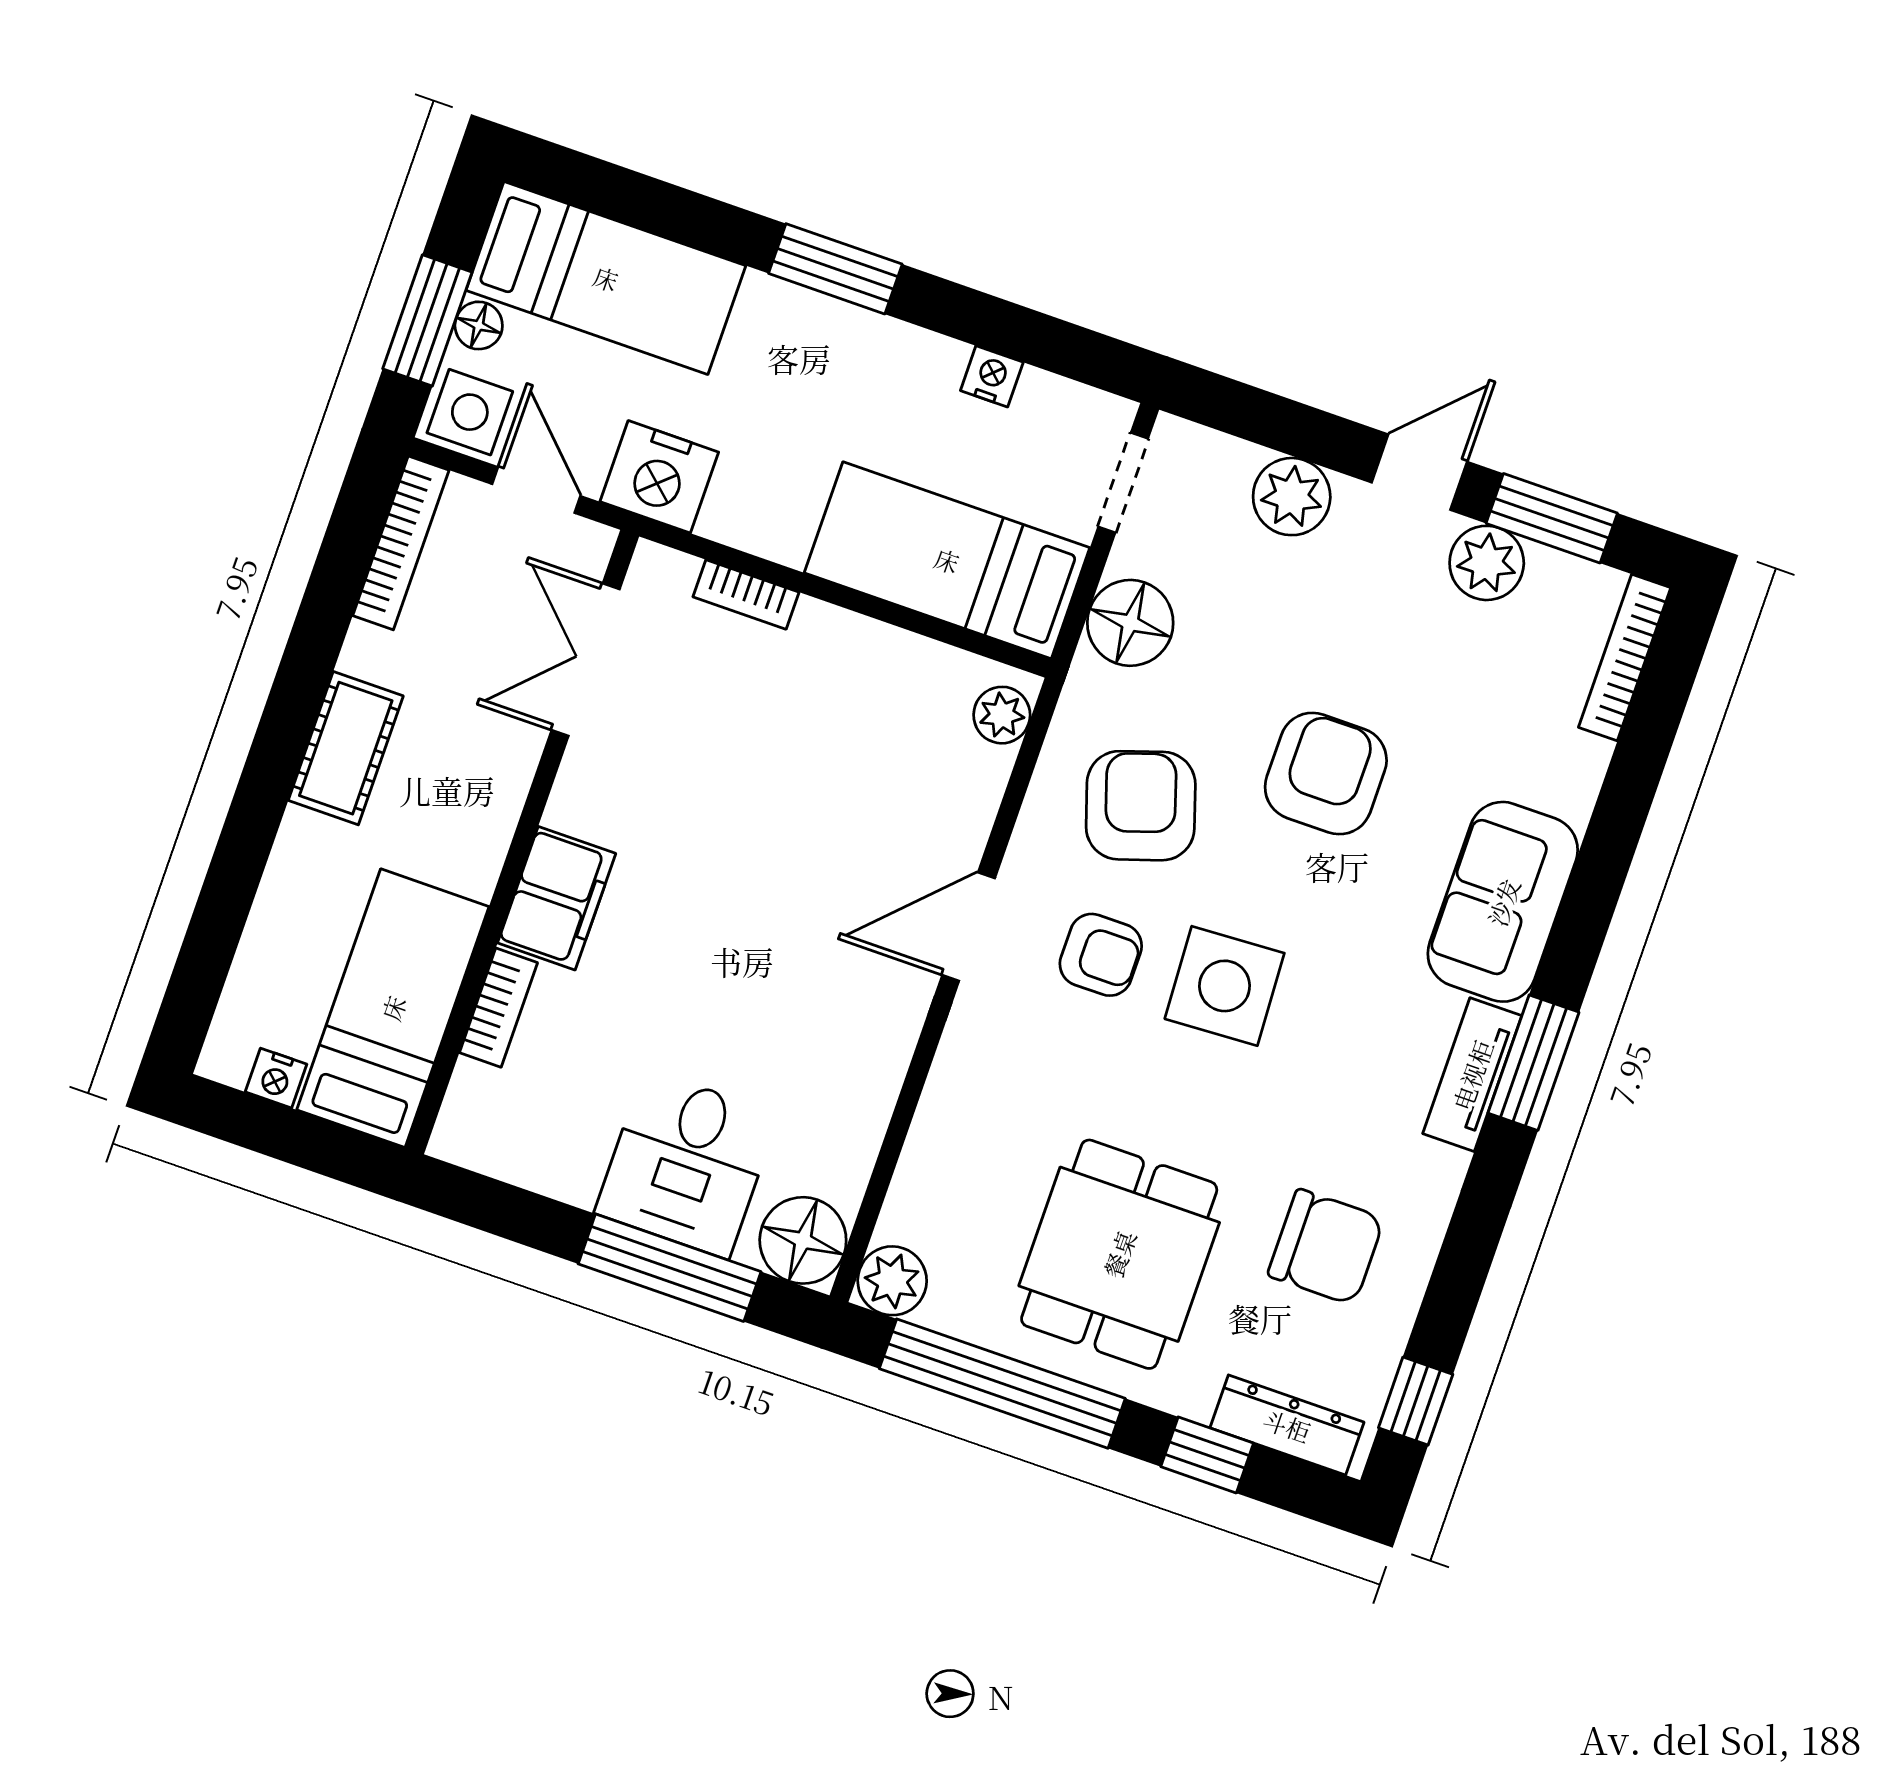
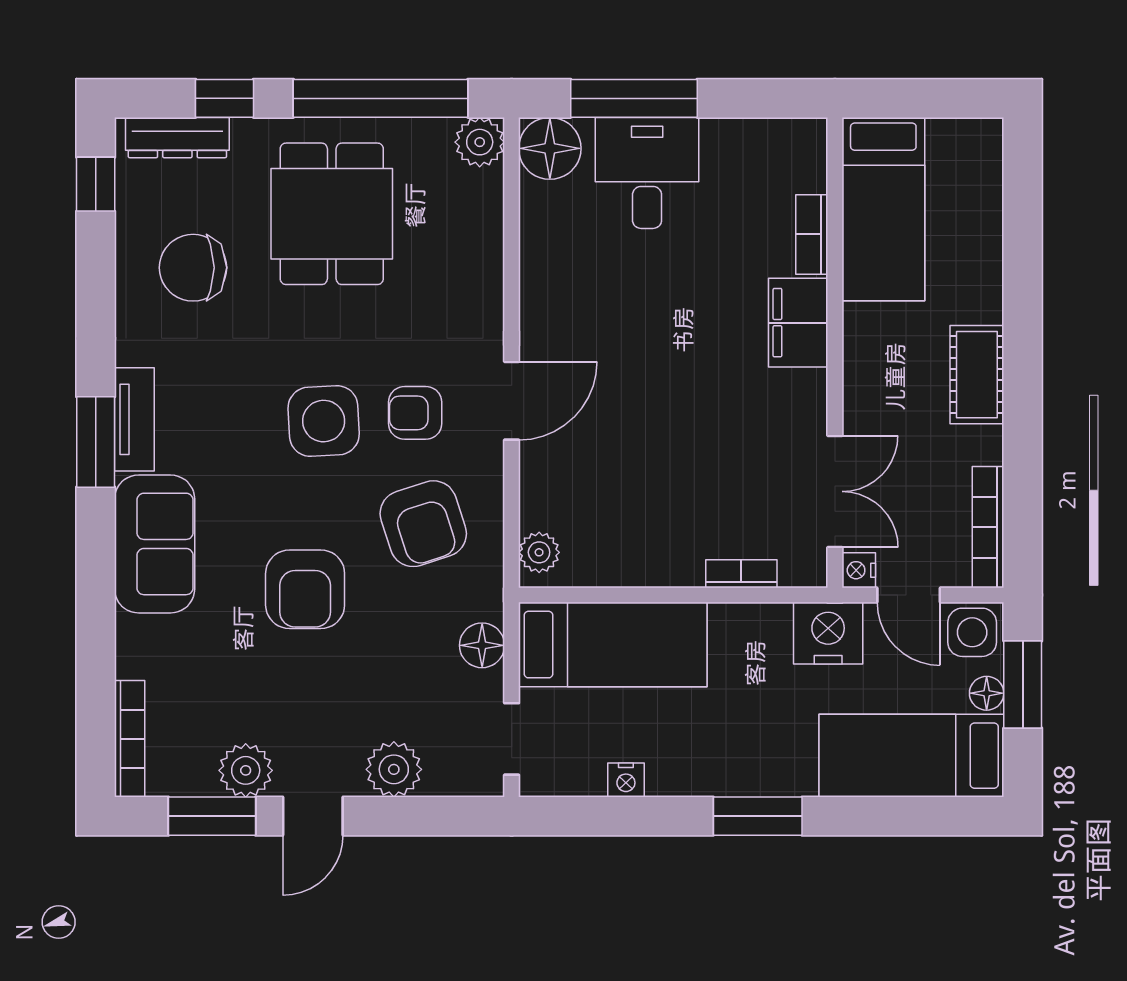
floor lamp: (1130, 623) -> (482, 645), width x0.73, depth x0.73
nightstand: (276, 1078) -> (859, 570), moved, turned -90

